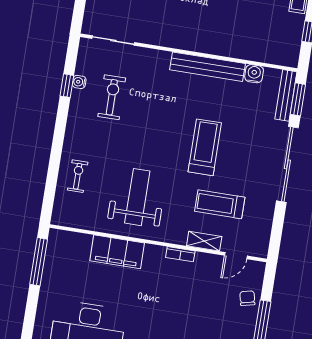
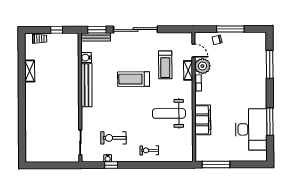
exercise bike: (78, 176) -> (149, 150), moved
plant: (207, 266) -> (202, 66), added

